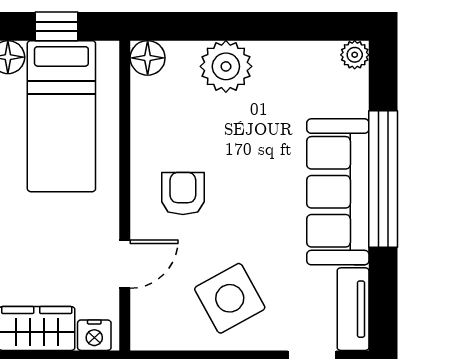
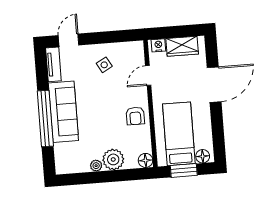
window: (57, 26) -> (184, 170), width x1.50
plant: (355, 55) -> (96, 166), moved
armchair: (183, 194) -> (135, 116), moved
side table: (230, 298) -> (104, 65), width x0.54, depth x0.54

